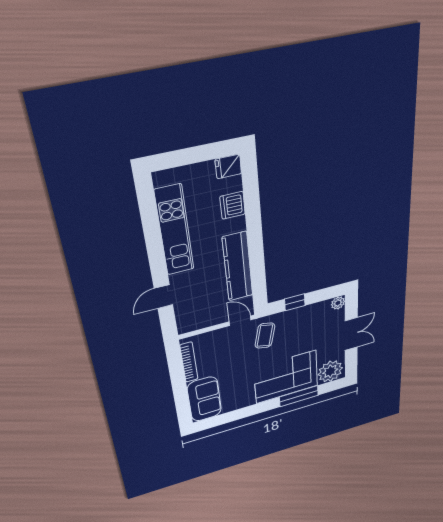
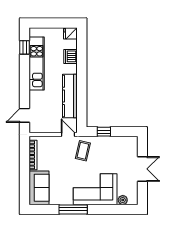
window: (148, 209) -> (25, 47), added
door: (164, 297) -> (25, 115), moved
plant: (338, 303) -> (133, 141), removed
plant: (330, 371) -> (123, 200), width x0.53, depth x0.53
window: (299, 396) -> (73, 209), moved

